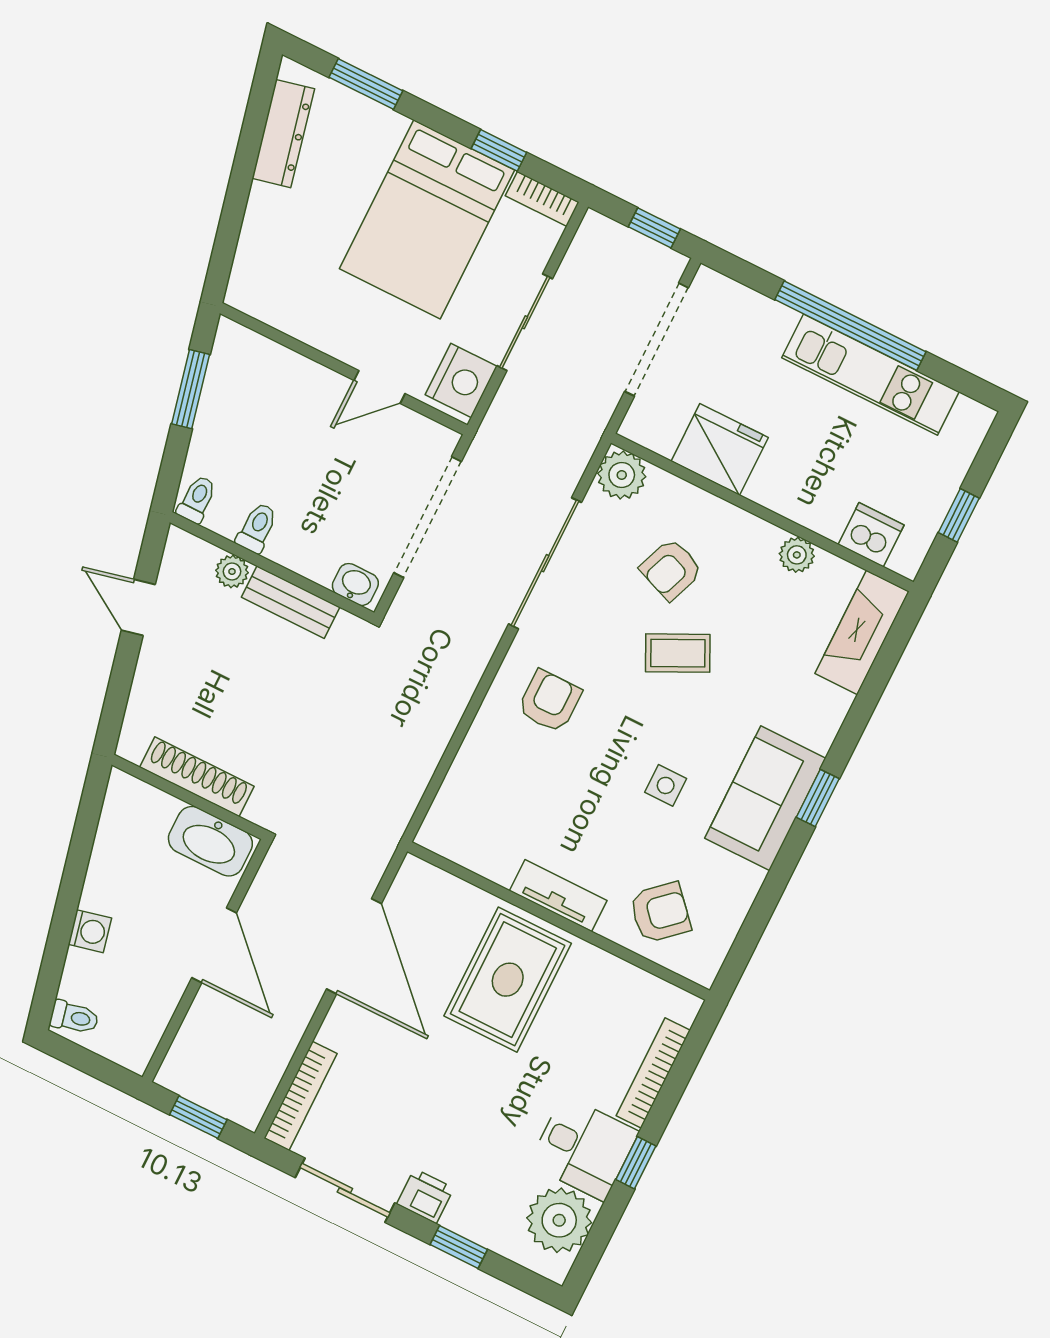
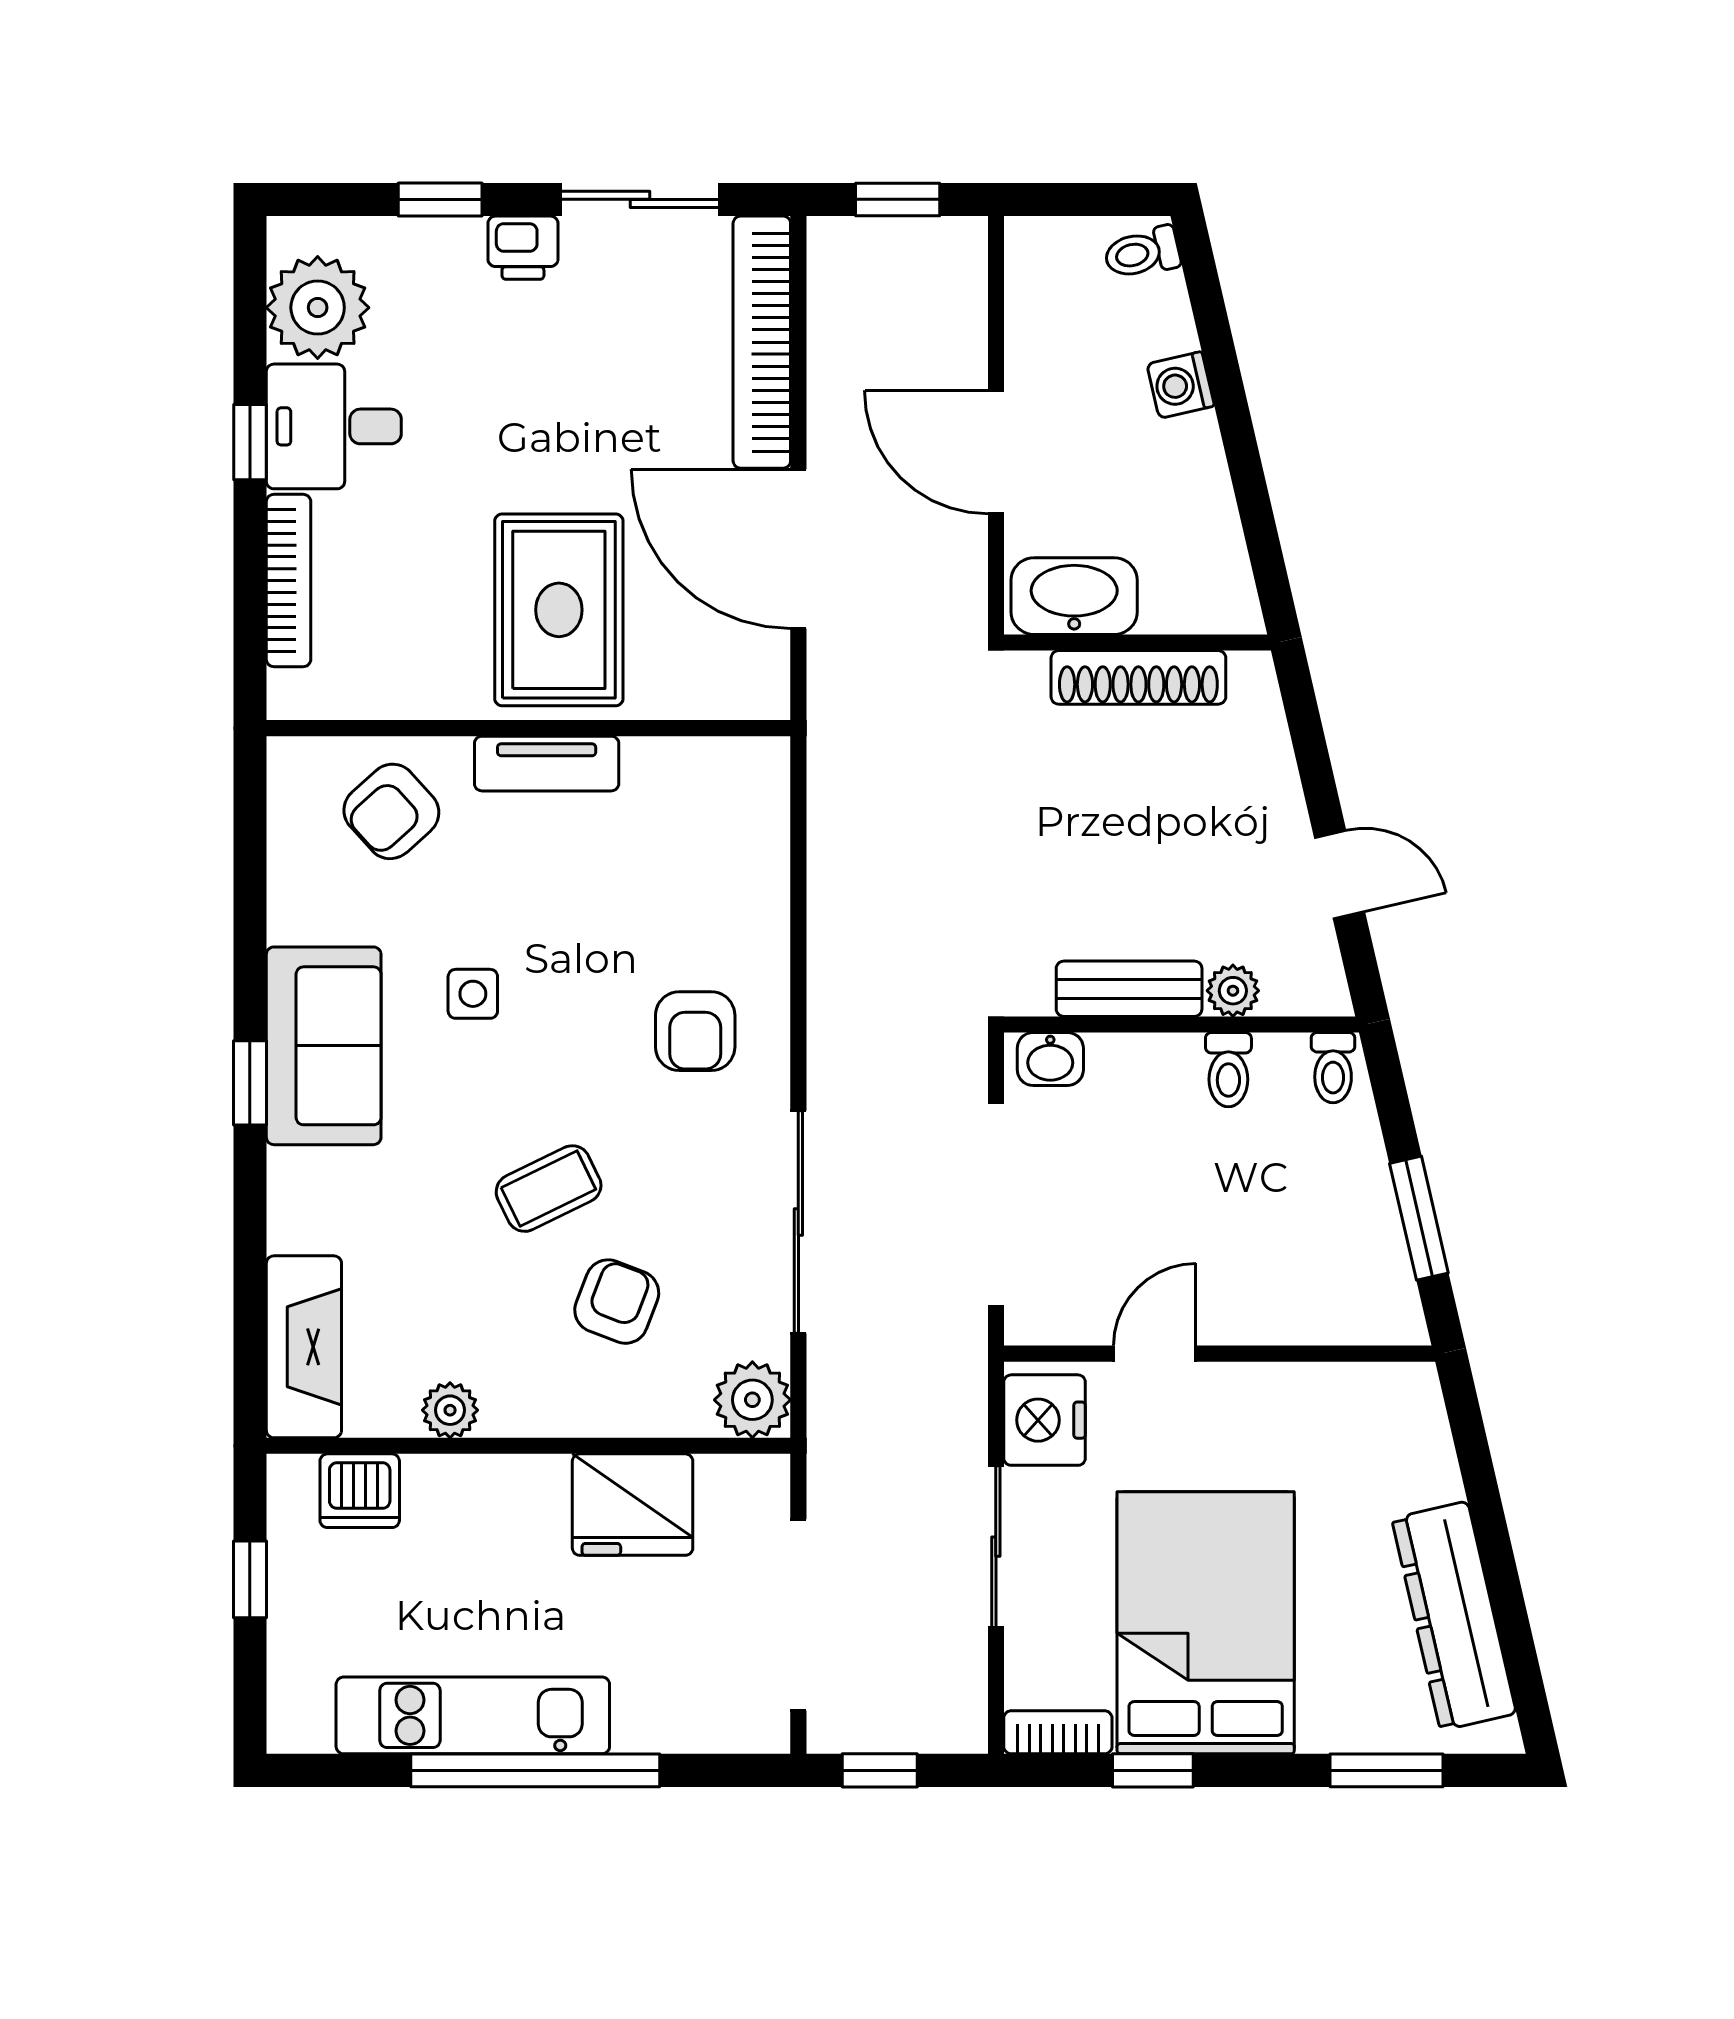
dresser: (283, 134) -> (1454, 1616), width x1.37, depth x1.24
bookcase: (301, 1096) -> (762, 342), width x1.48, depth x1.31

